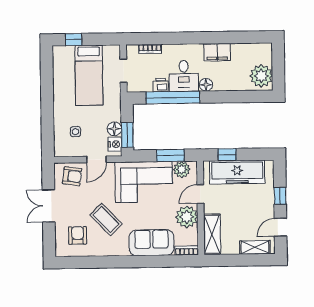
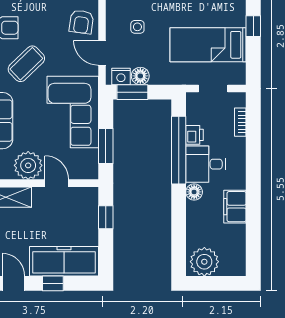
plant: (182, 169) -> (88, 160), removed
freezer: (237, 172) -> (64, 261), moved, turned 90

